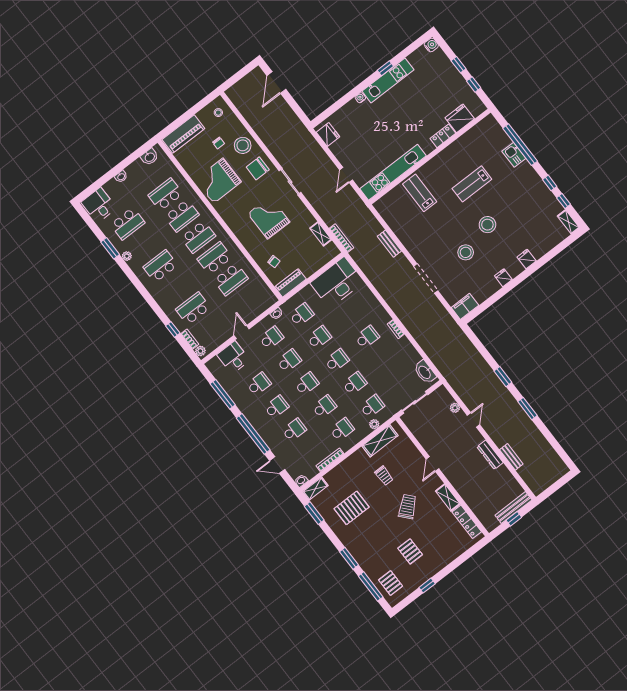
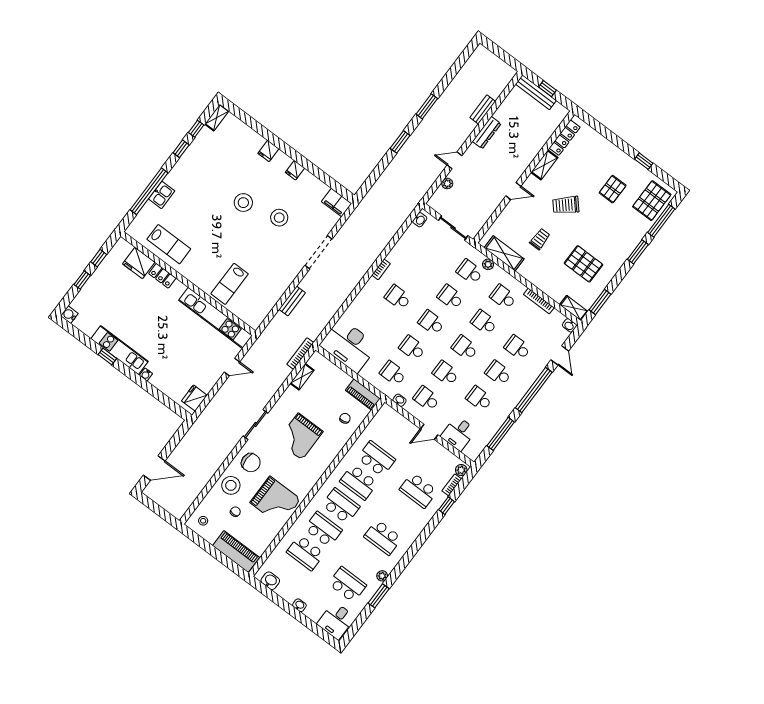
lab bench: (472, 184) -> (169, 244), moved
washbasin: (425, 372) -> (420, 220), width x0.52, depth x0.69
pallet: (391, 583) -> (652, 201), width x1.50, depth x1.42

